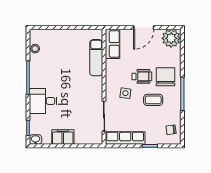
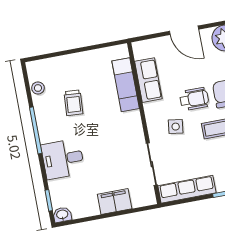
door: (144, 28) -> (184, 30), hinge flipped
row of seats: (113, 44) -> (148, 80), moved
trolley: (58, 63) -> (74, 103), added
filing cabinet: (63, 137) -> (115, 201), moved

